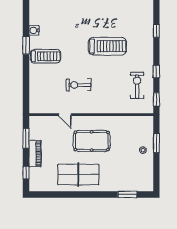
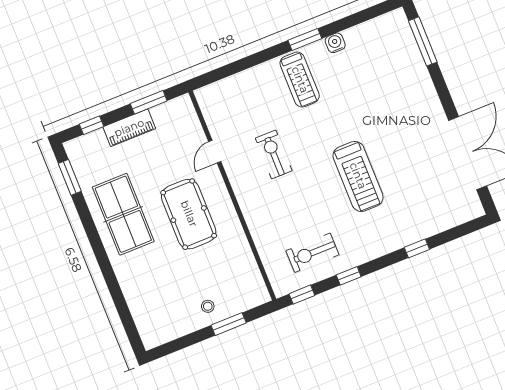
exercise bike: (137, 85) -> (312, 253), turned 180
window: (127, 194) -> (70, 177), moved

